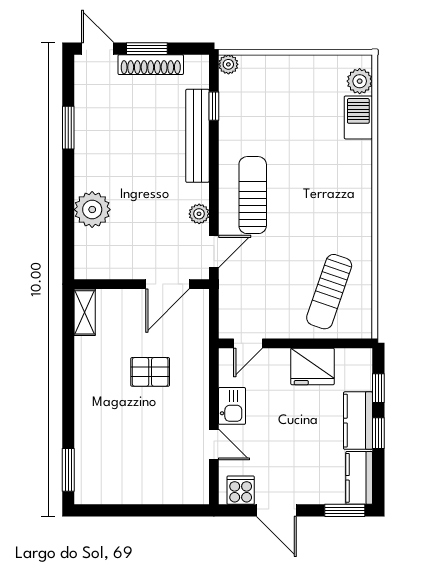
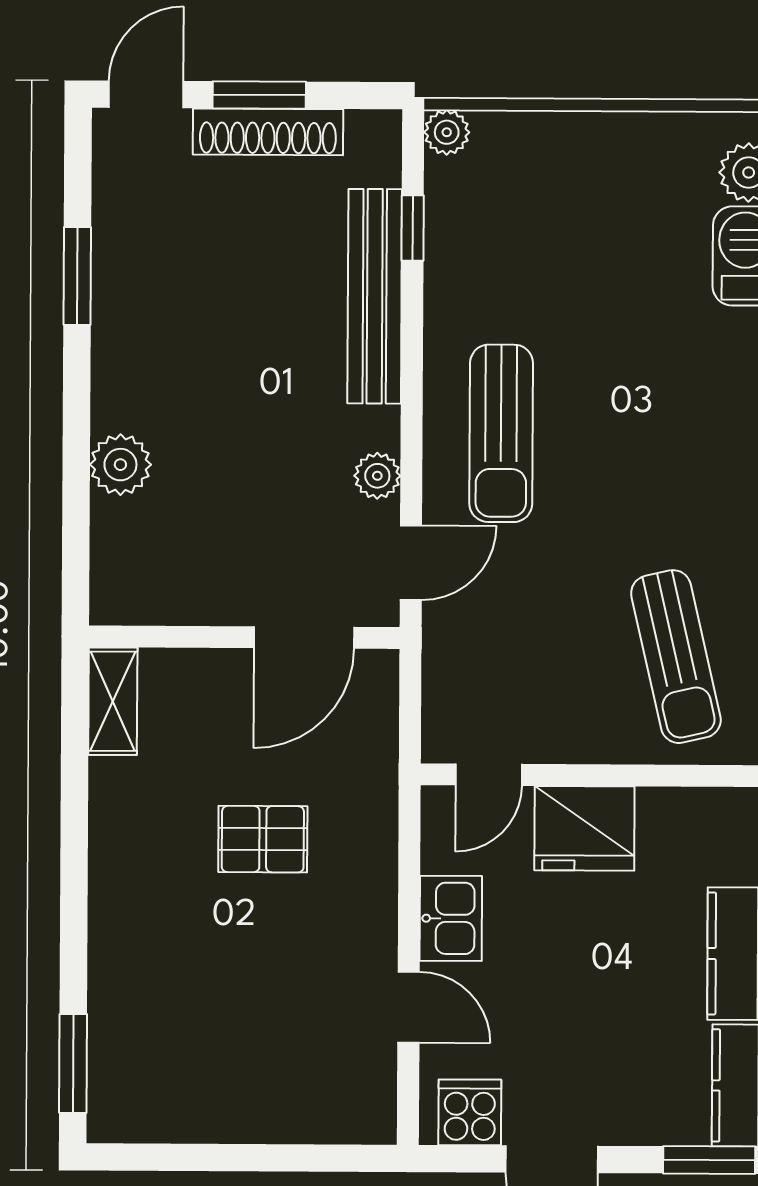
door: (98, 49) -> (146, 94), hinge flipped
sun lounger: (253, 195) -> (501, 433), turned 180
plant: (92, 210) -> (120, 465), width x0.73, depth x0.73
sun lounger: (329, 292) -> (676, 657), turned -32
fridge: (313, 366) -> (584, 828), moved

